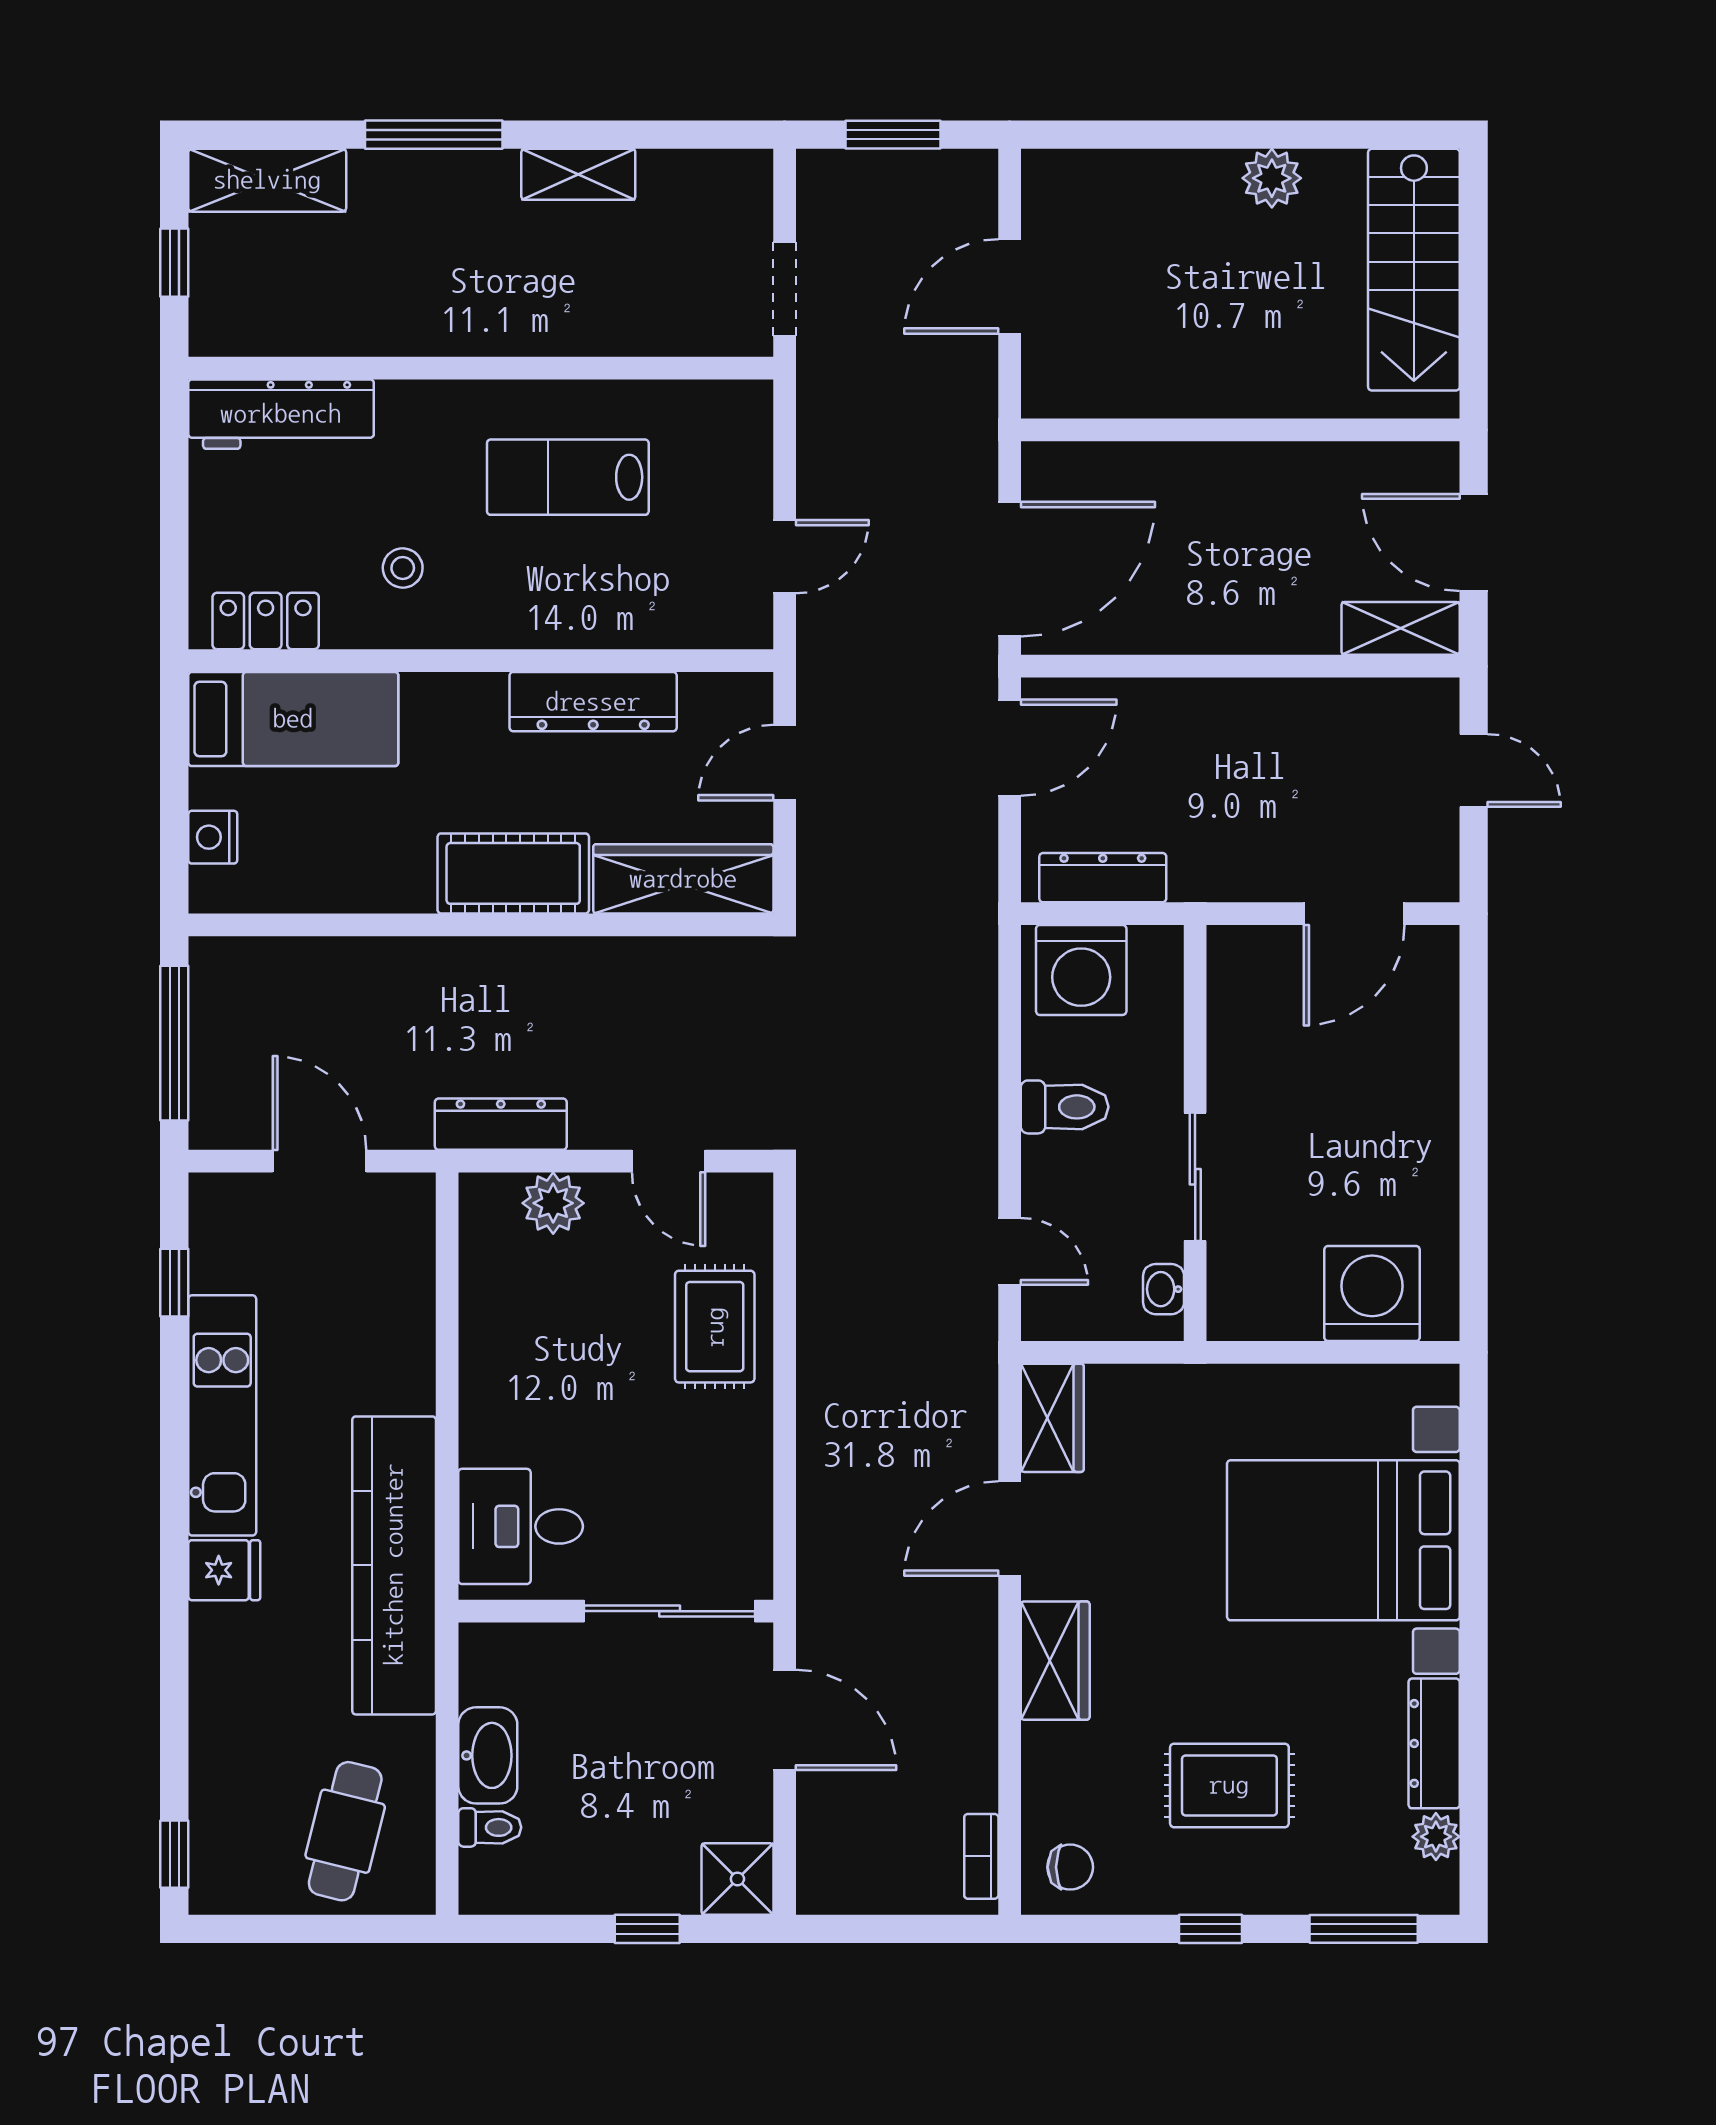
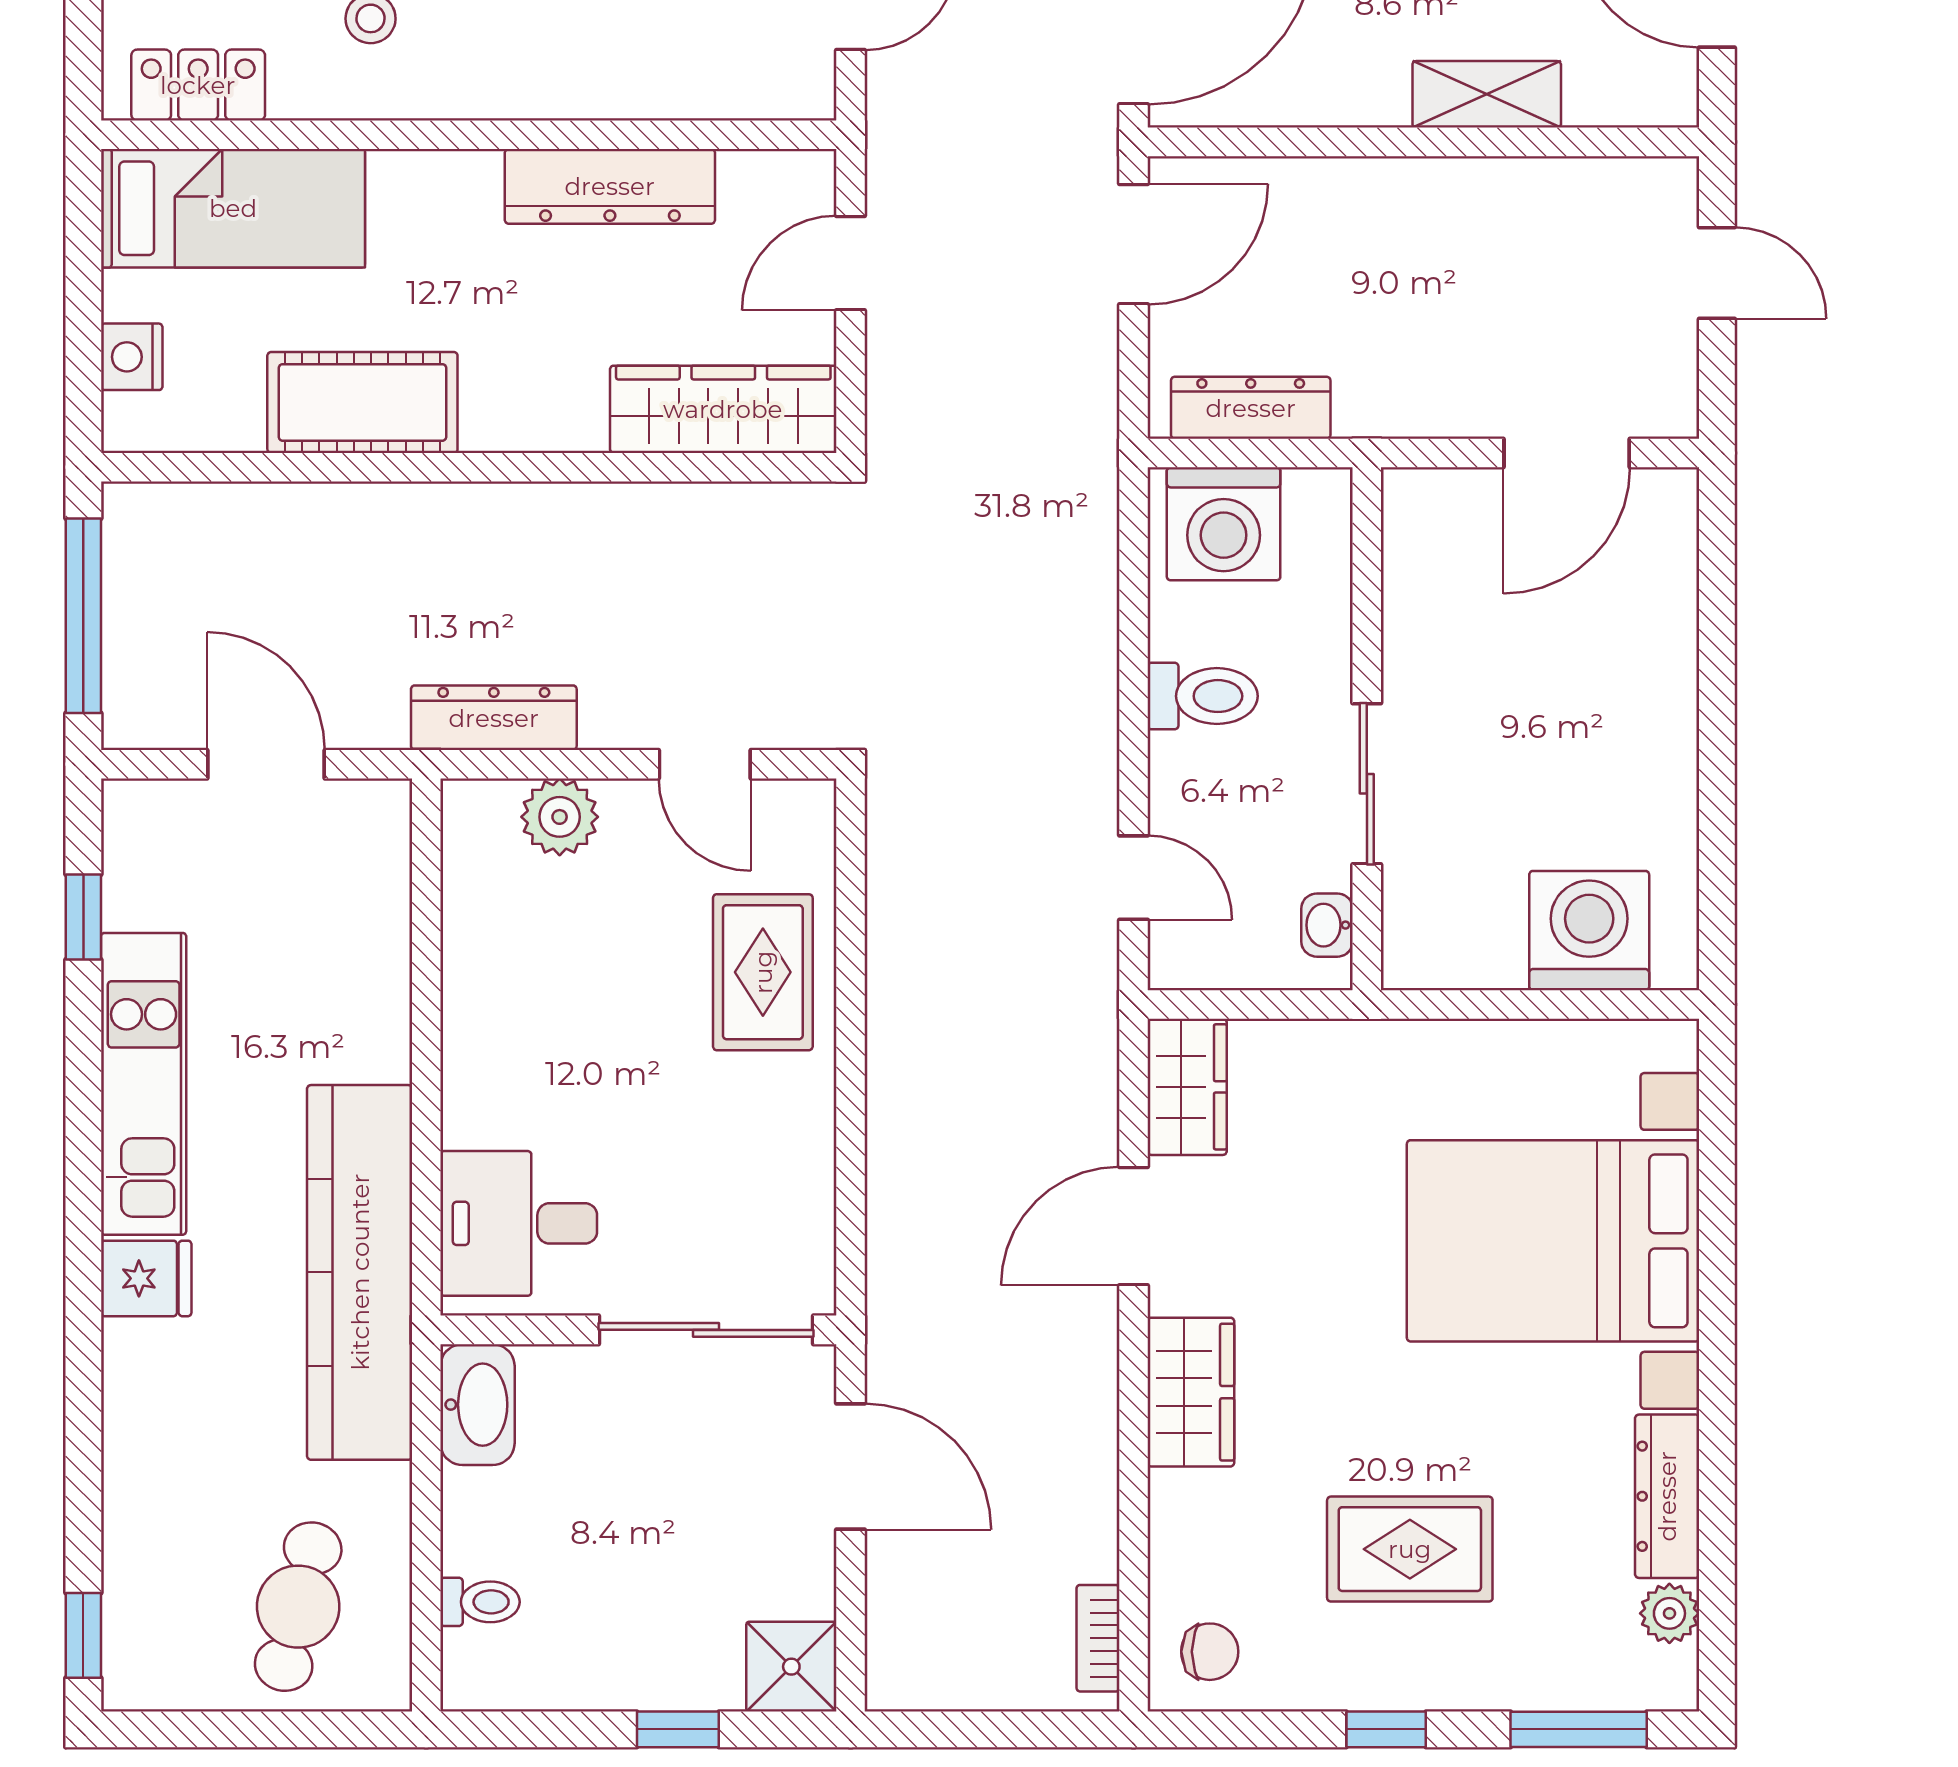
shelving: (1401, 628) -> (1487, 94), moved
cot: (513, 873) -> (362, 402), moved
washbasin: (488, 1755) -> (477, 1405), moved

